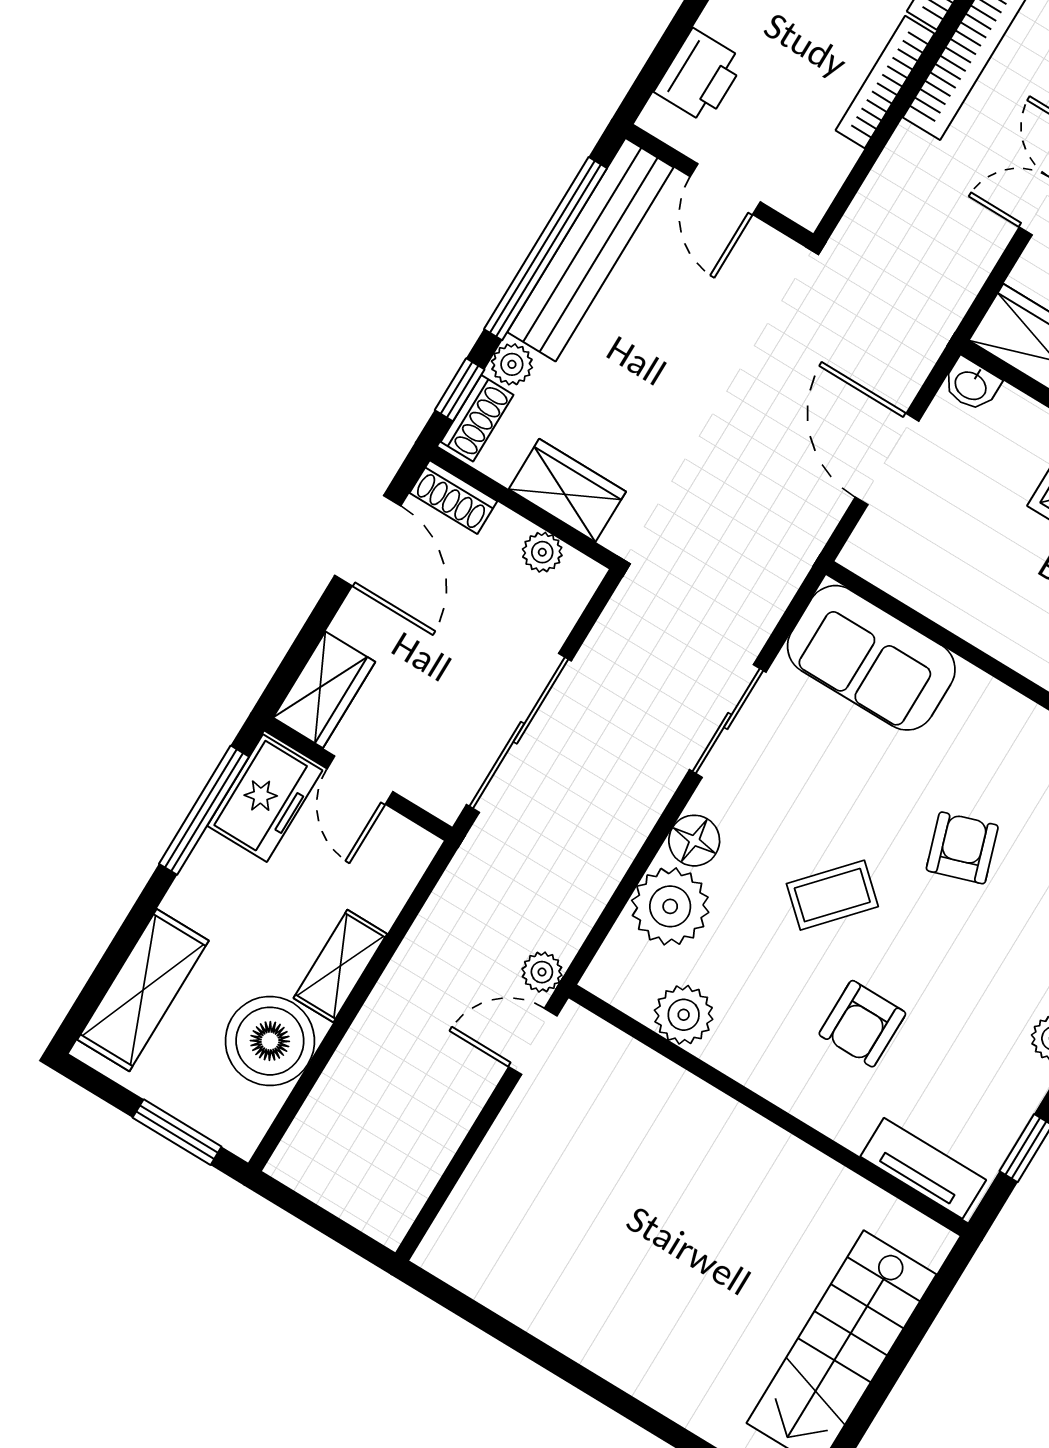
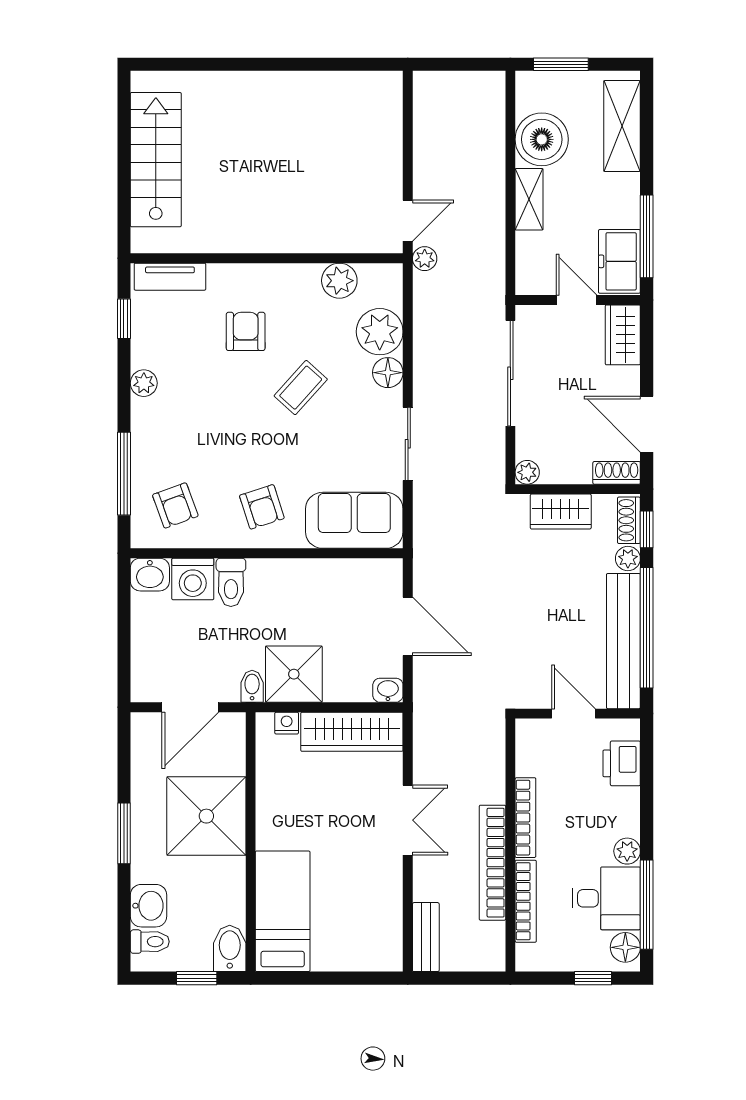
plant: (542, 552) -> (527, 472), moved
armchair: (962, 848) -> (262, 507), moved

